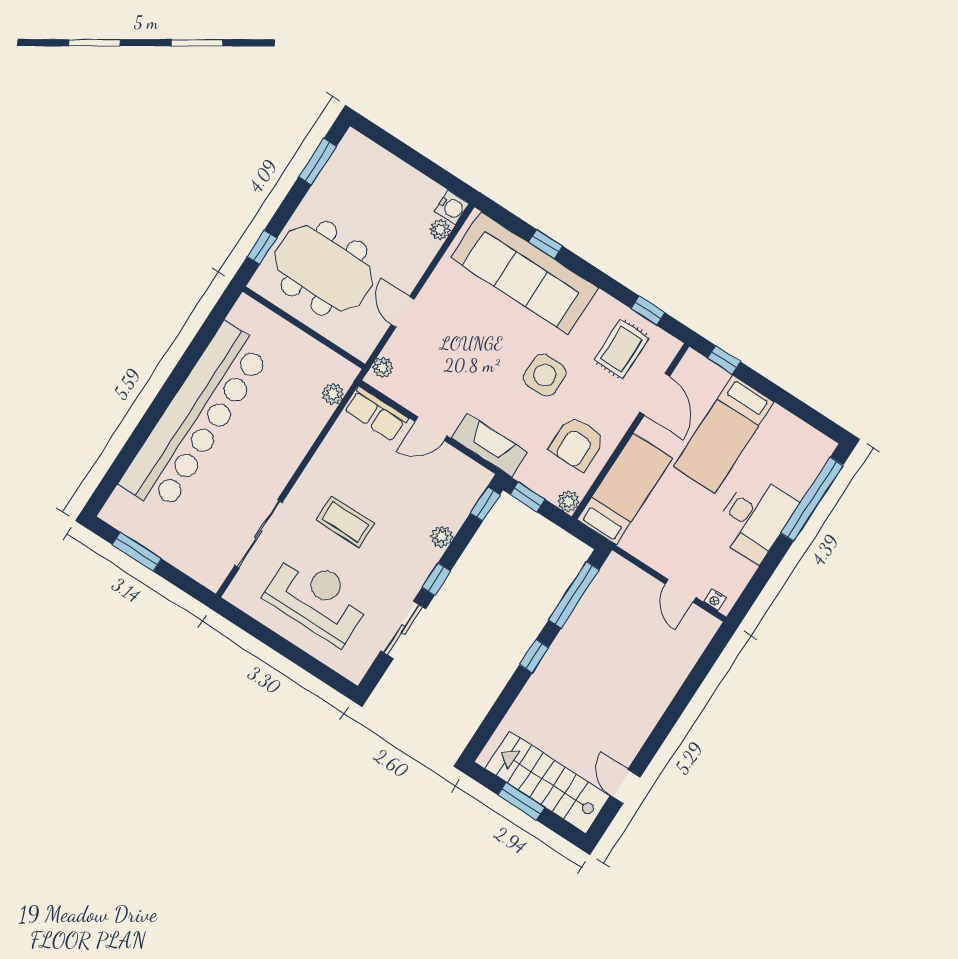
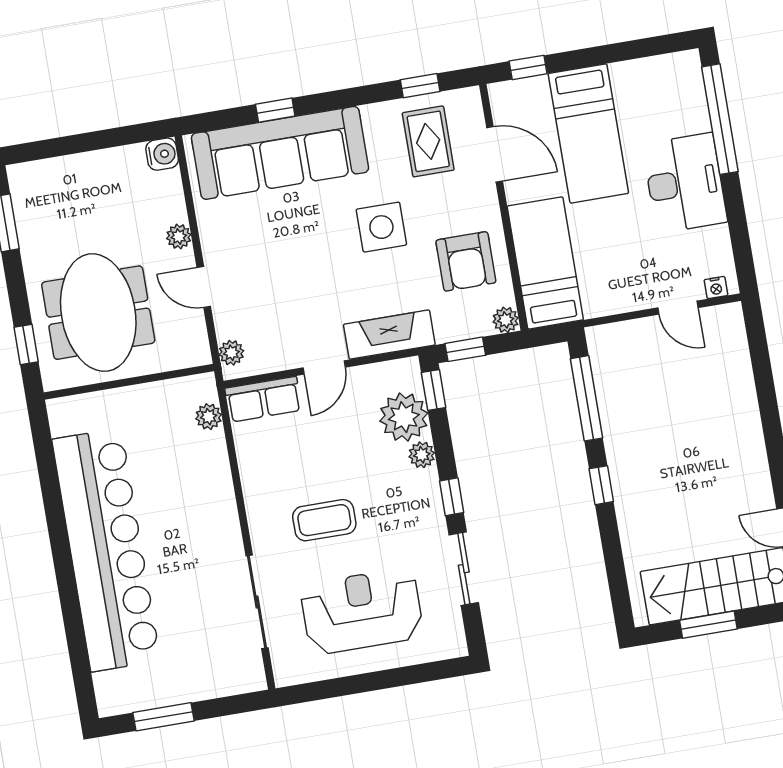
plant: (440, 230) -> (179, 237), moved
meeting table: (324, 268) -> (98, 313), turned 90
plant: (452, 504) -> (404, 417), added

